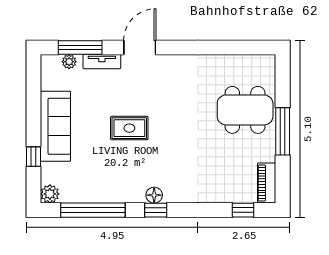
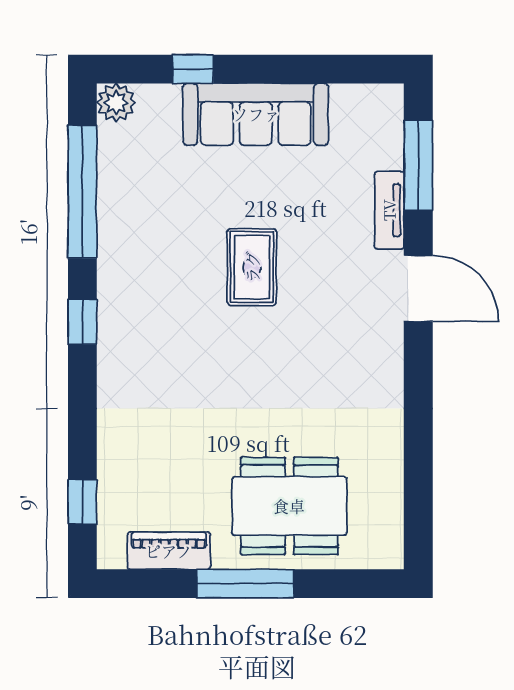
plant: (69, 62) -> (389, 143), removed
dining table: (245, 110) -> (289, 506), turned 90
piano: (267, 183) -> (169, 551), moved
floor lamp: (154, 195) -> (114, 318), removed

